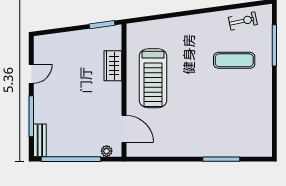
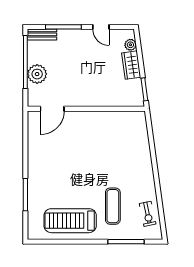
plant: (52, 40) -> (130, 45), added
wardrobe: (113, 66) -> (131, 65), moved, turned -98
treadmill: (153, 78) -> (70, 221), moved
plant: (107, 151) -> (37, 74), moved, width x1.87, depth x1.87

